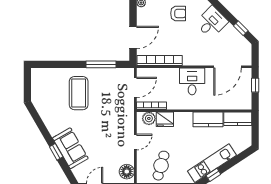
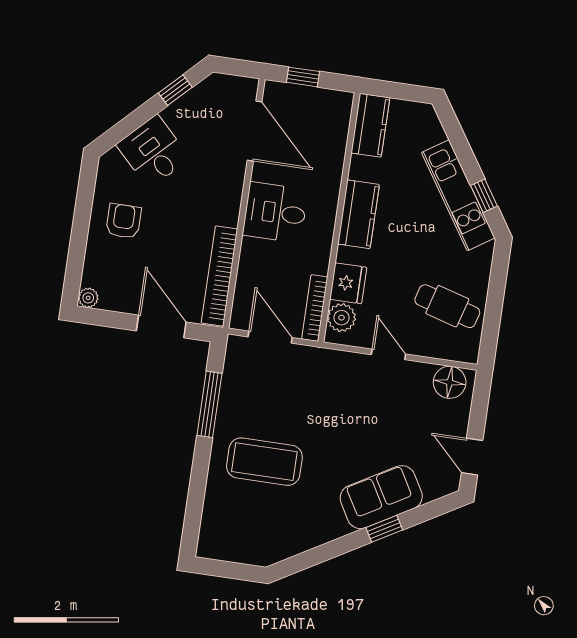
kitchen counter: (208, 119) -> (359, 214), moved

